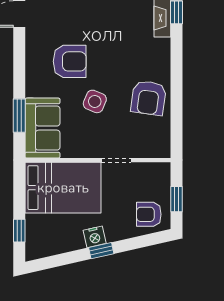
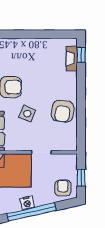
armchair: (149, 214) -> (63, 188), turned 90
window: (101, 251) -> (31, 212), width x3.17

